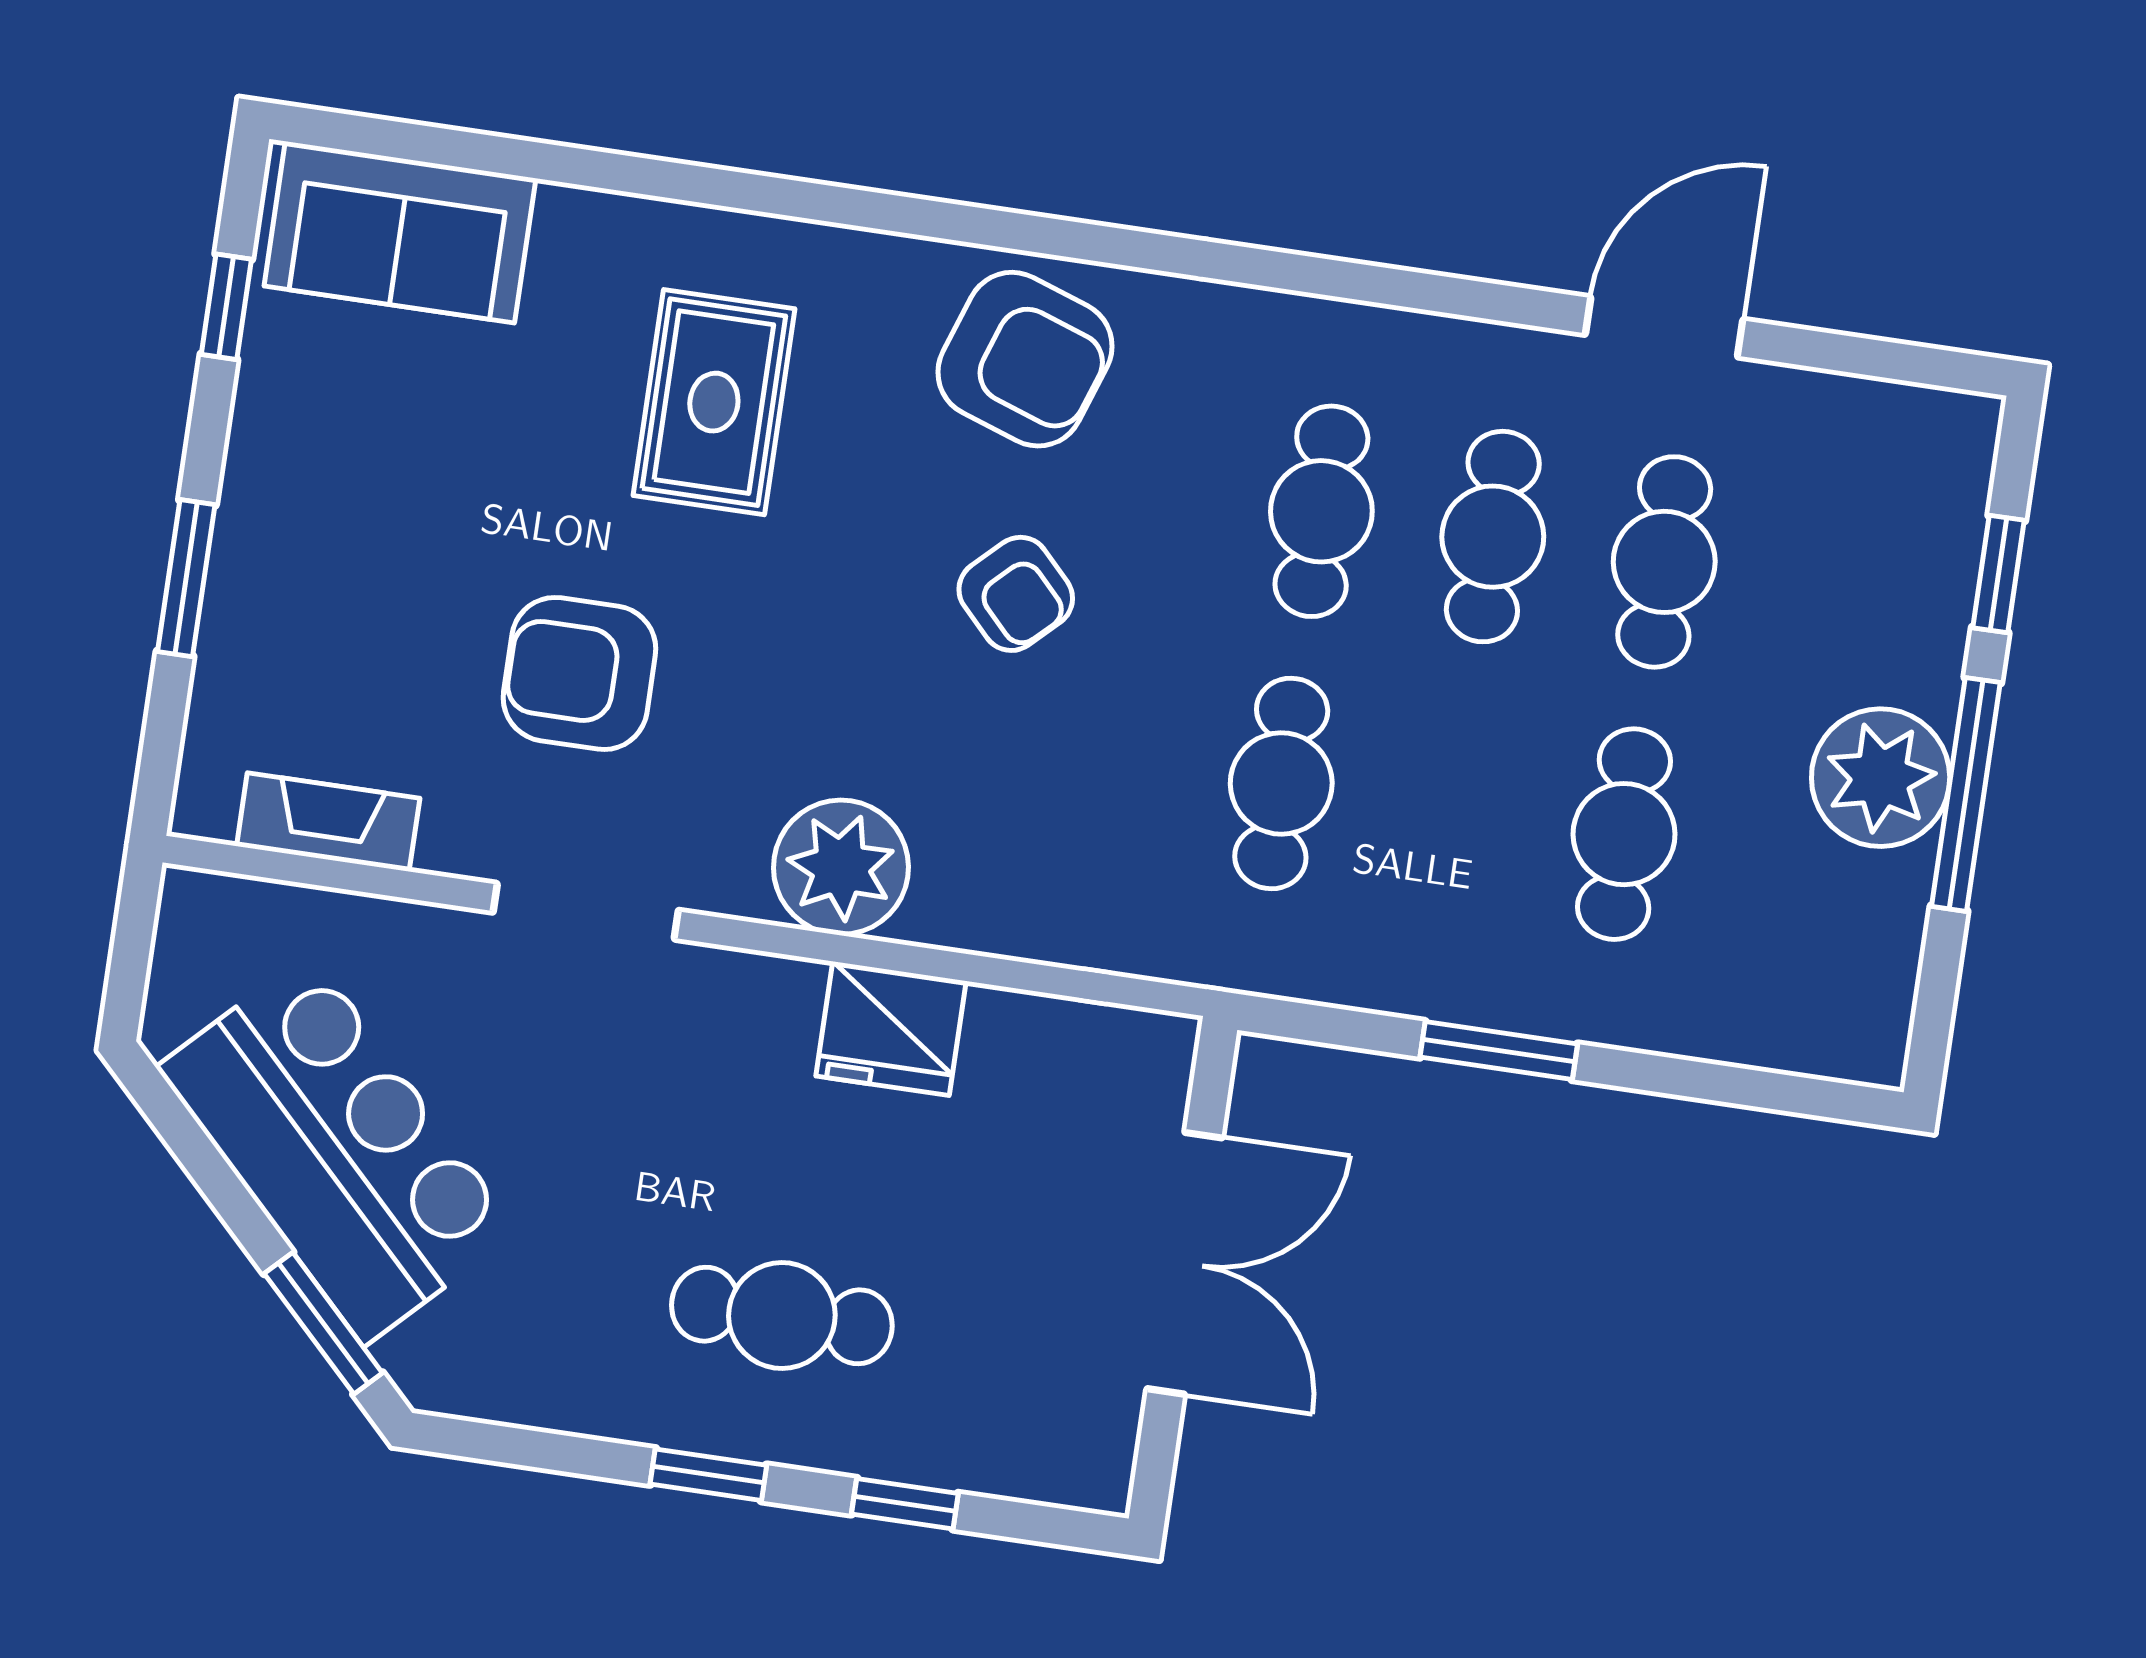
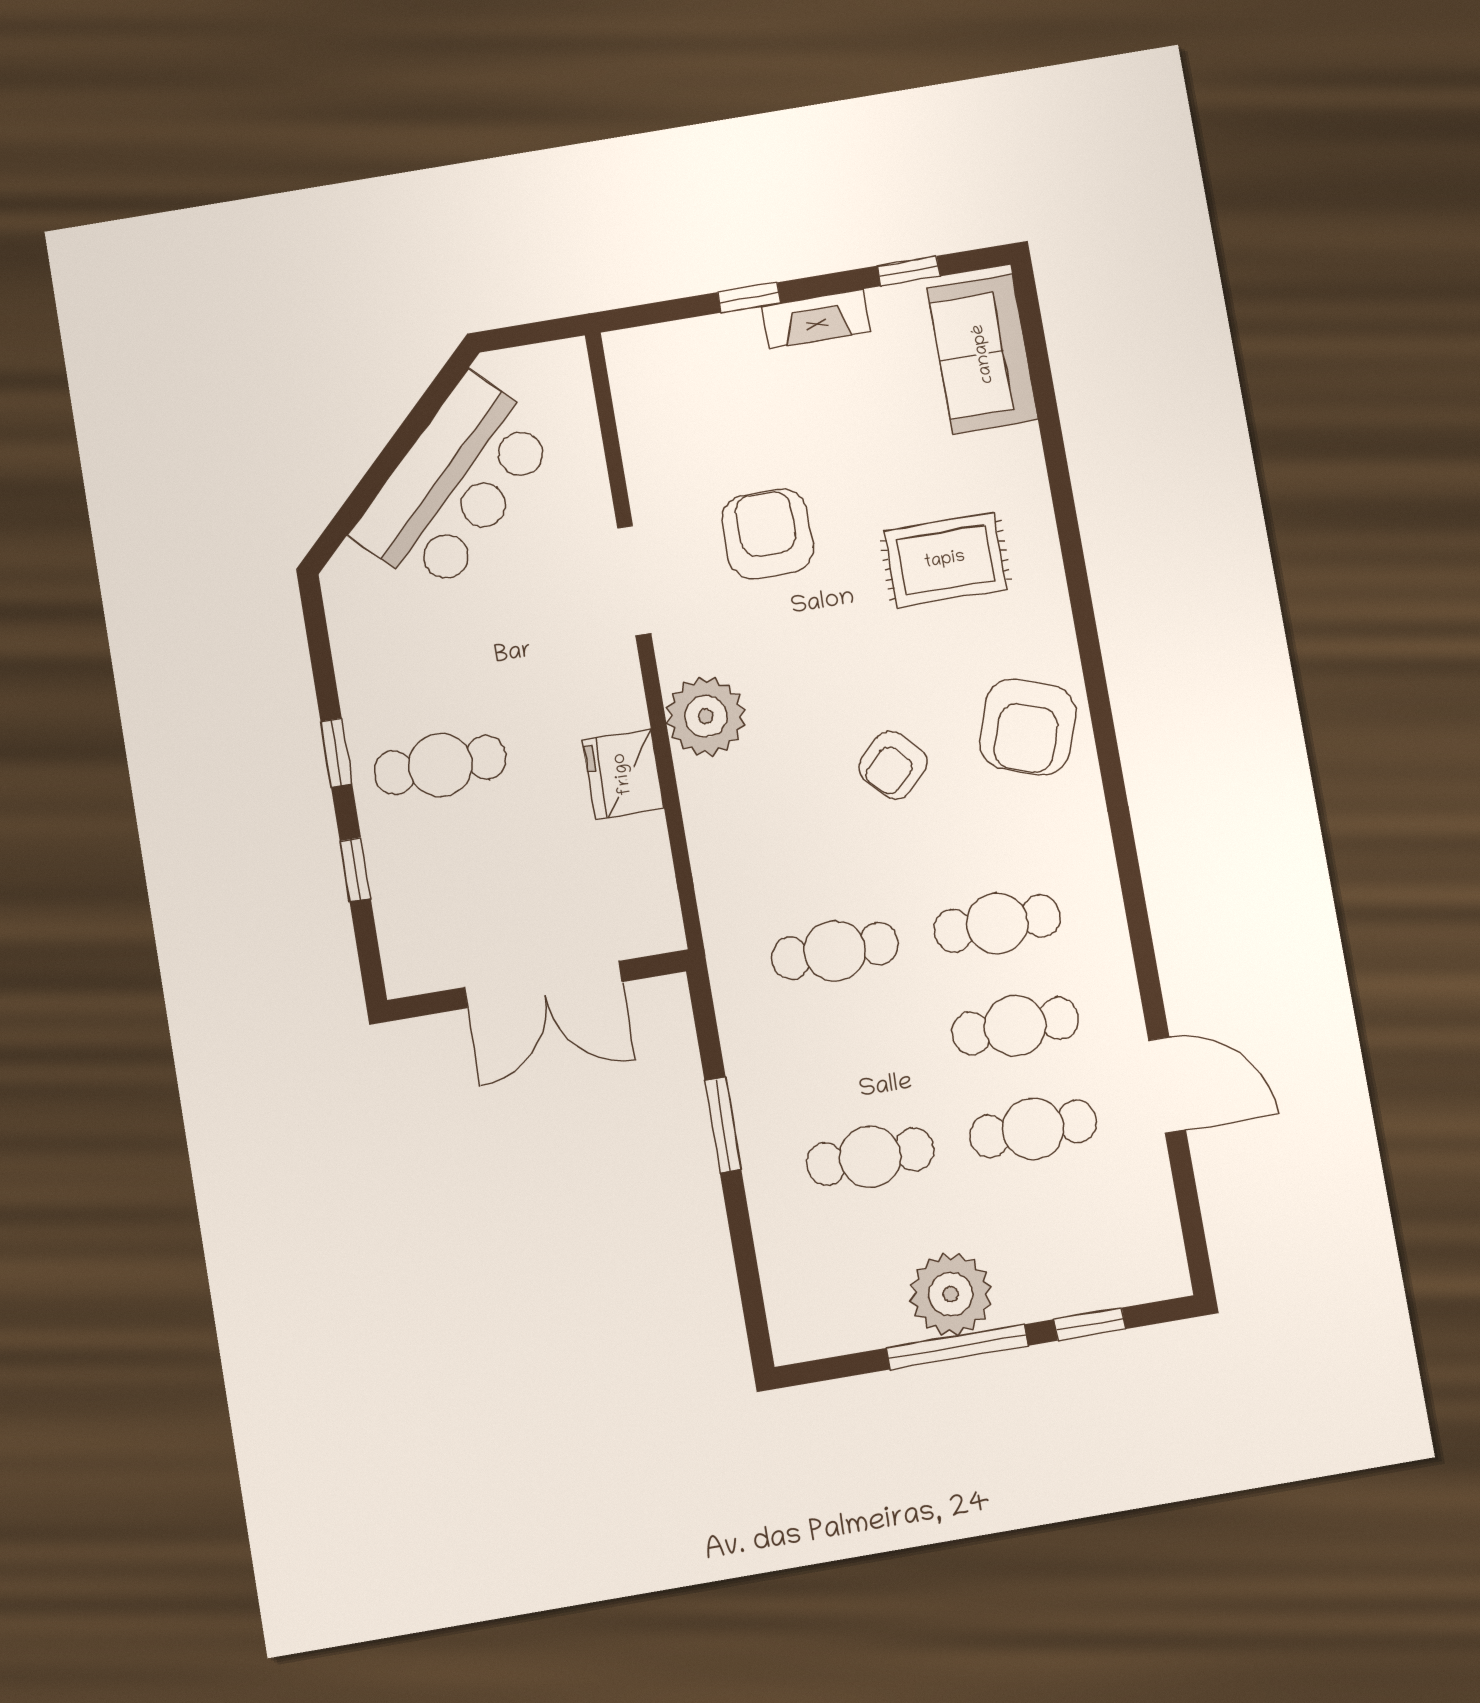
window: (186, 578) -> (749, 297), width x0.67
fireplace: (328, 822) -> (816, 319), moved, turned 90
cafe table: (782, 1315) -> (440, 765), turned 90
window: (323, 1323) -> (353, 508), removed

